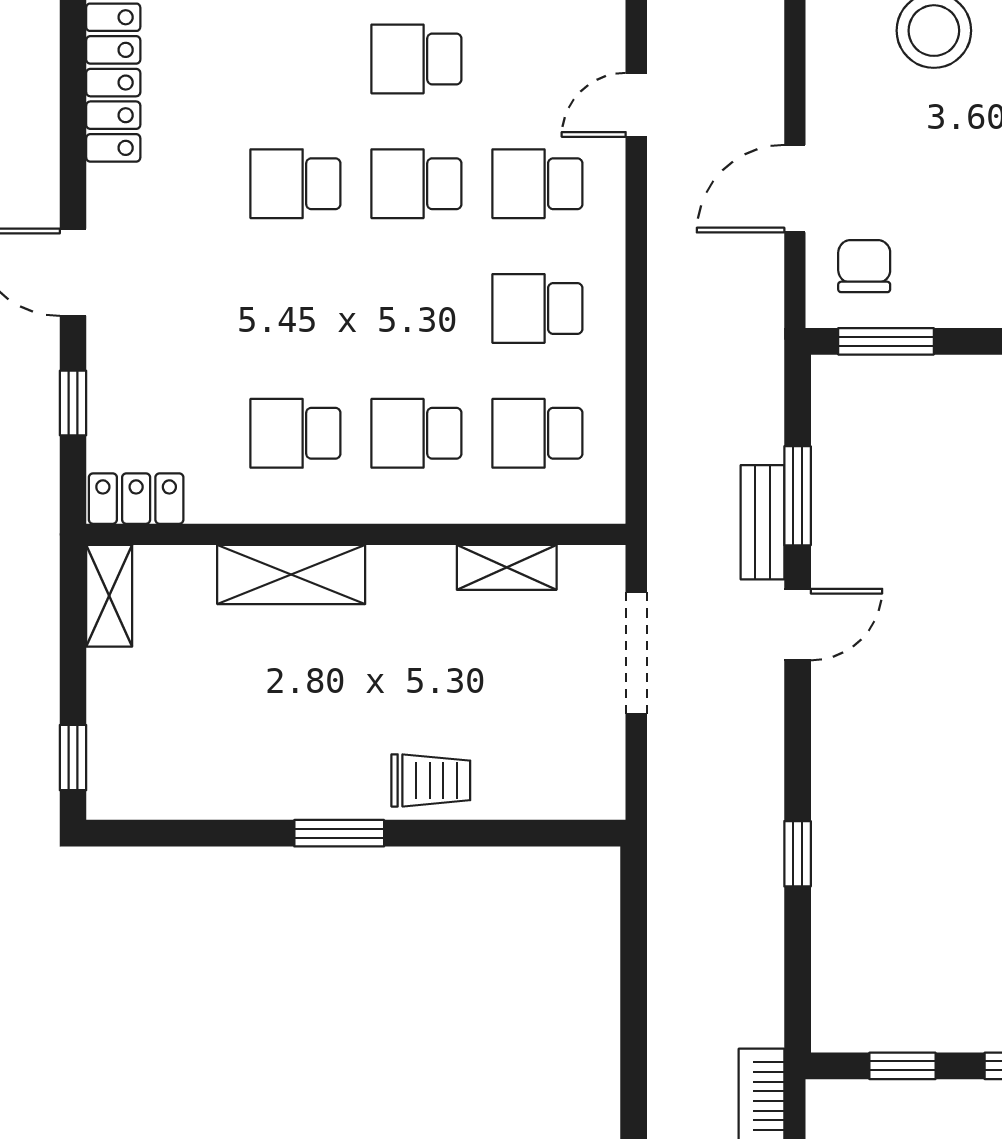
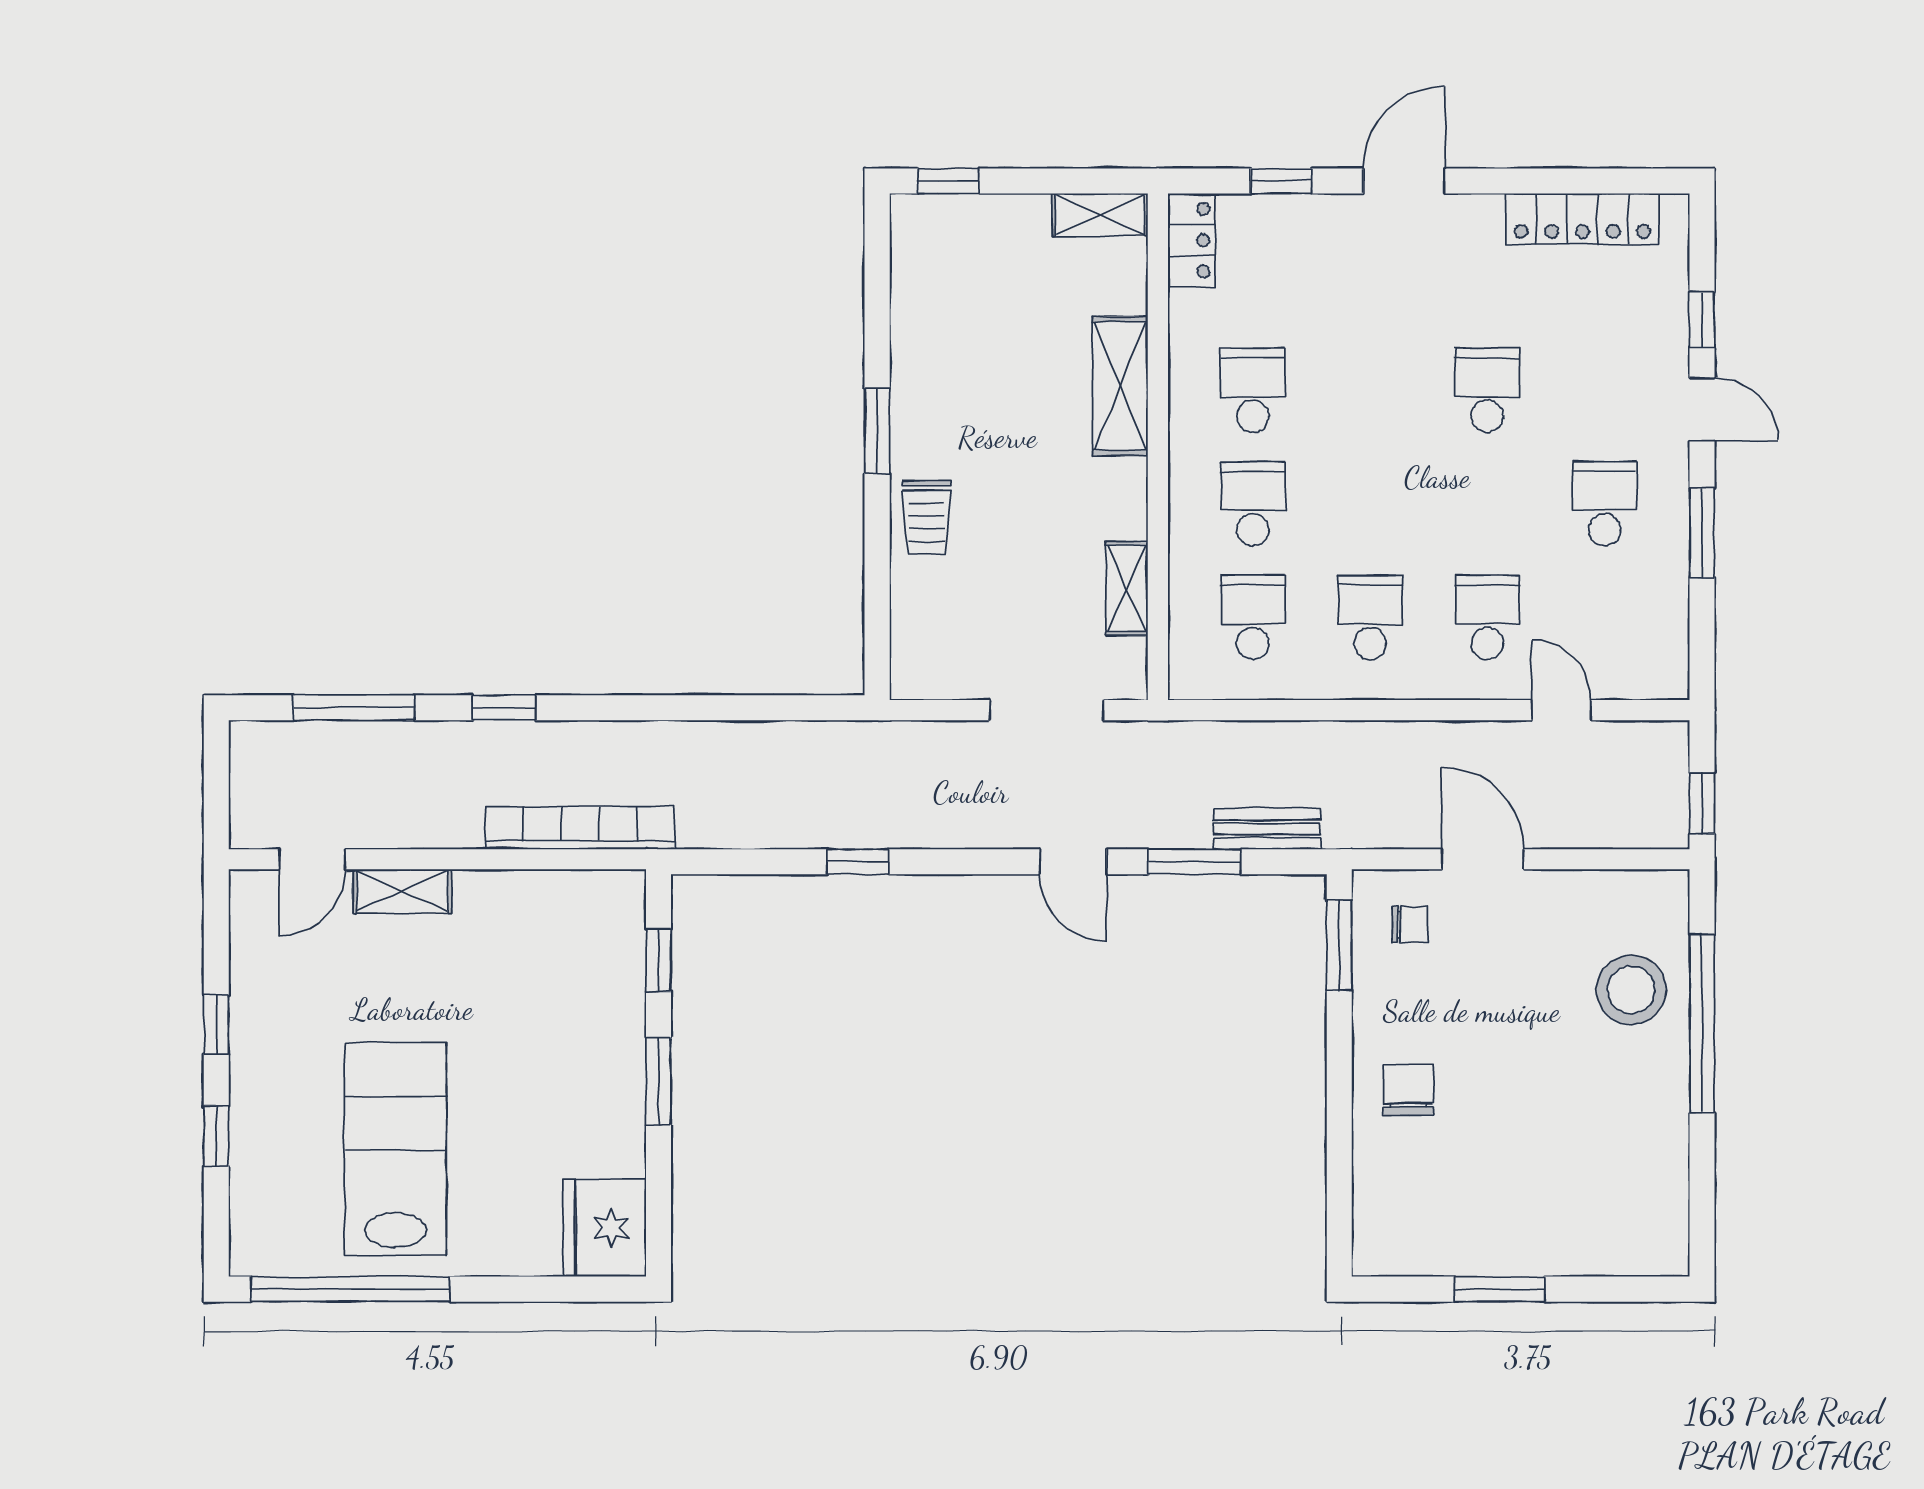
school desk: (416, 184) -> (1487, 504), removed
chair: (864, 266) -> (1410, 924), width x0.73, depth x0.73
bench: (762, 522) -> (1267, 829), moved

